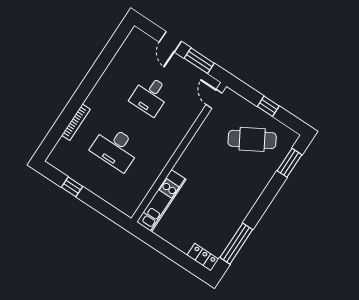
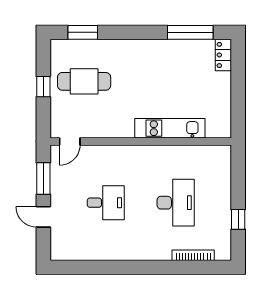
door: (170, 42) -> (43, 217), swing flipped
bookcase: (76, 122) -> (193, 255), moved
cafe table: (252, 139) -> (84, 81), turned -60
kitchen unit: (161, 201) -> (170, 128), moved

